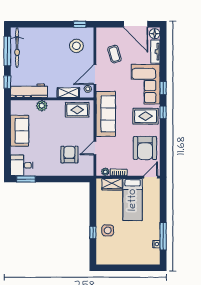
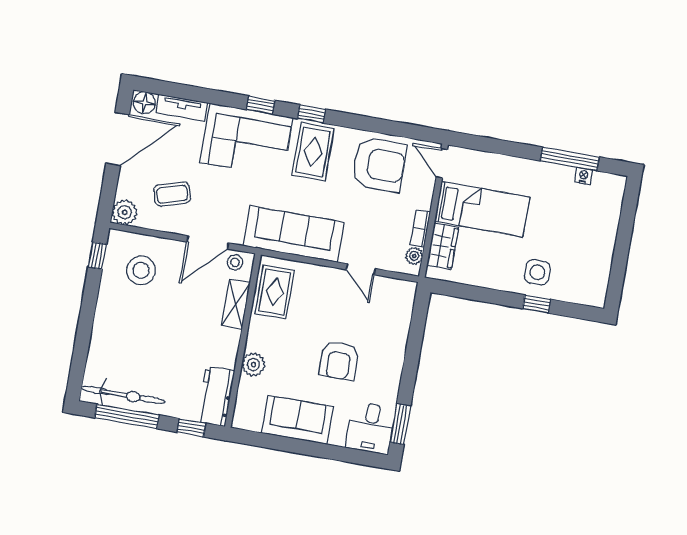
plant: (102, 33) -> (125, 212), added
door: (95, 75) -> (208, 242), hinge flipped
workbench: (29, 91) -> (216, 396), width x0.73
armchair: (69, 155) -> (339, 360), moved, turned -90

